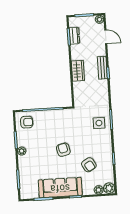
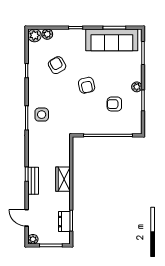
armchair: (27, 122) -> (114, 104), moved
sofa: (60, 188) -> (112, 40), moved

